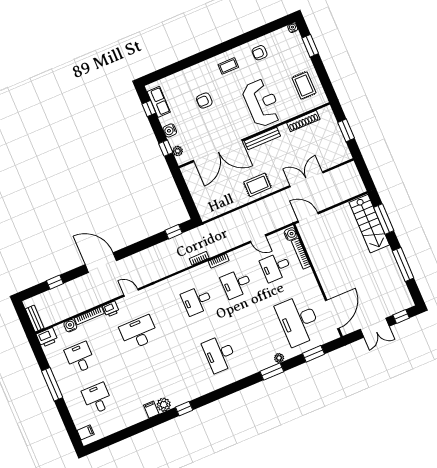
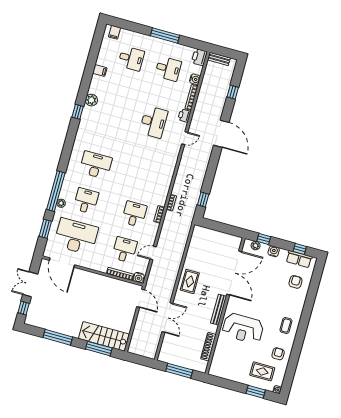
rug: (304, 85) -> (262, 371), moved
armchair: (204, 101) -> (295, 282), moved
window: (346, 130) -> (179, 371), width x1.44
double door: (218, 151) -> (234, 273), swing flipped
door: (308, 217) -> (141, 298), hinge flipped
door: (101, 263) -> (221, 134), hinge flipped
desk: (197, 300) -> (86, 201), moved
window: (272, 371) -> (56, 191), width x2.11
filing cabinet: (151, 410) -> (100, 71), moved

